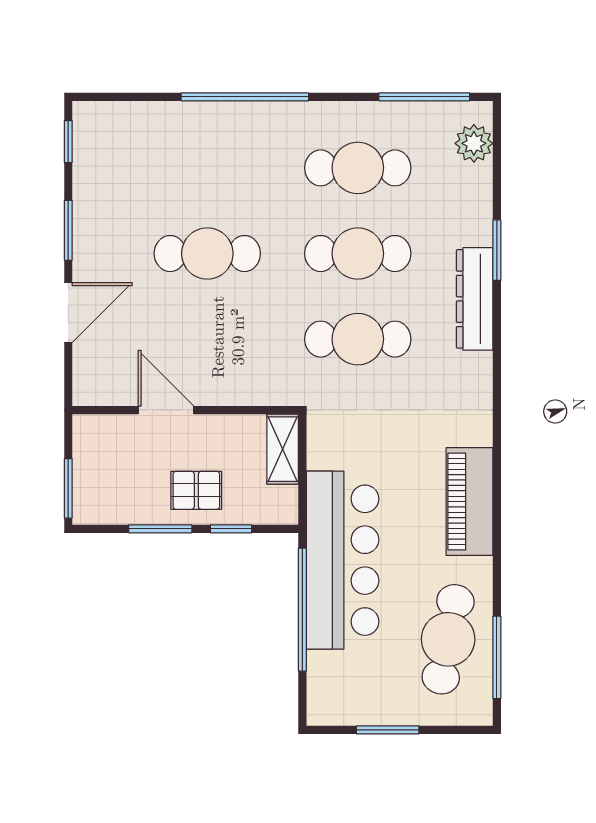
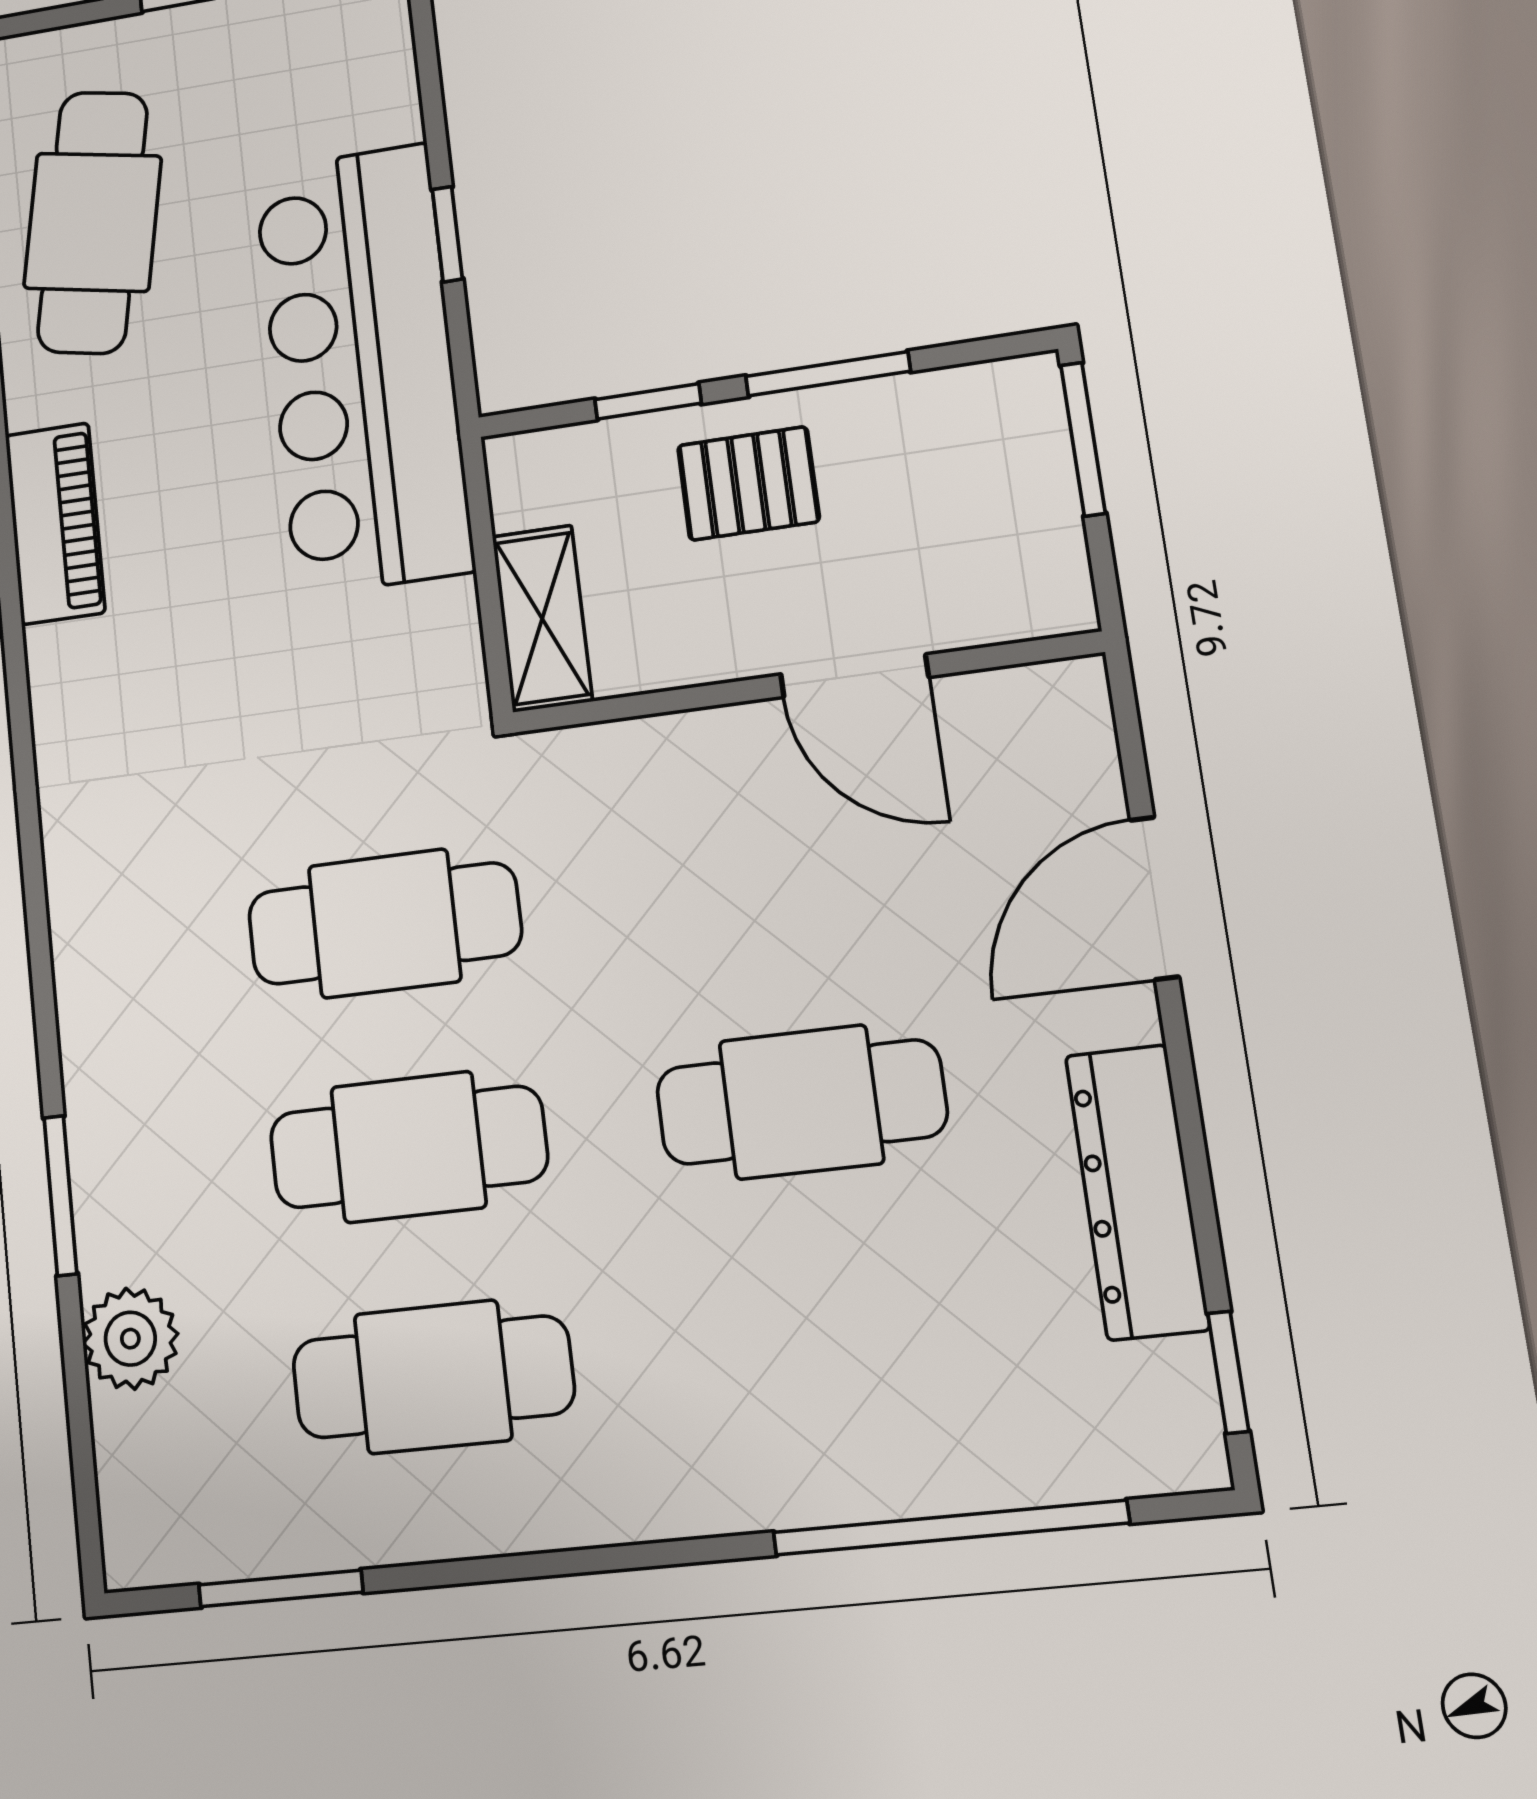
window: (245, 97) -> (950, 1528), moved
window: (424, 97) -> (281, 1588), width x0.69
plant: (474, 143) -> (130, 1339), moved
window: (68, 230) -> (1189, 1123), removed
dresser: (475, 299) -> (1137, 1192), moved, turned 180
piano: (469, 501) -> (55, 524), width x0.73, depth x0.75
window: (302, 610) -> (447, 234), width x0.32

